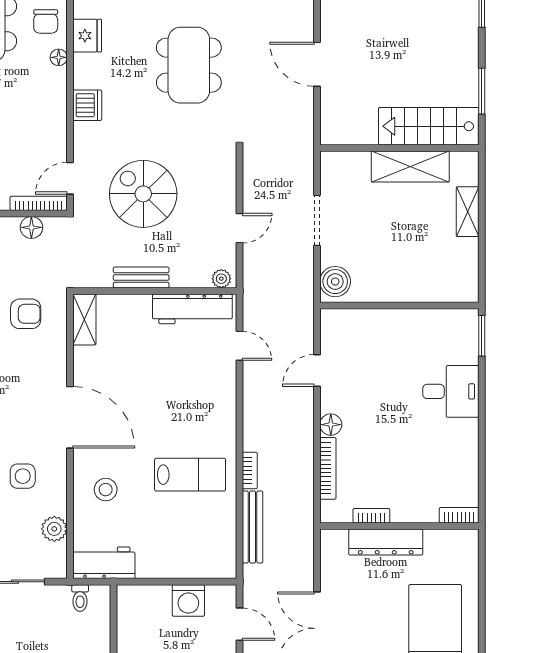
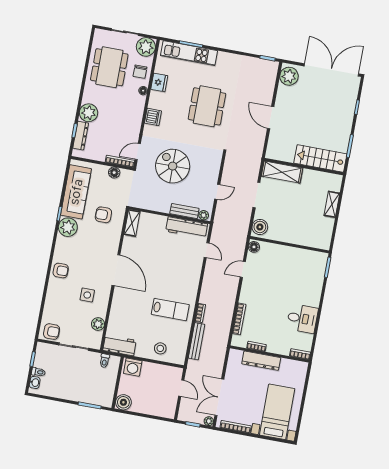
shelving: (410, 167) -> (282, 172), moved
bench: (141, 277) -> (184, 211), moved
armchair: (26, 314) -> (103, 215), turned 180
desk: (451, 391) -> (302, 319), moved
floor lamp: (331, 425) -> (254, 247), moved
stool: (106, 490) -> (160, 348), moved
washing machine: (188, 600) -> (133, 367), moved

